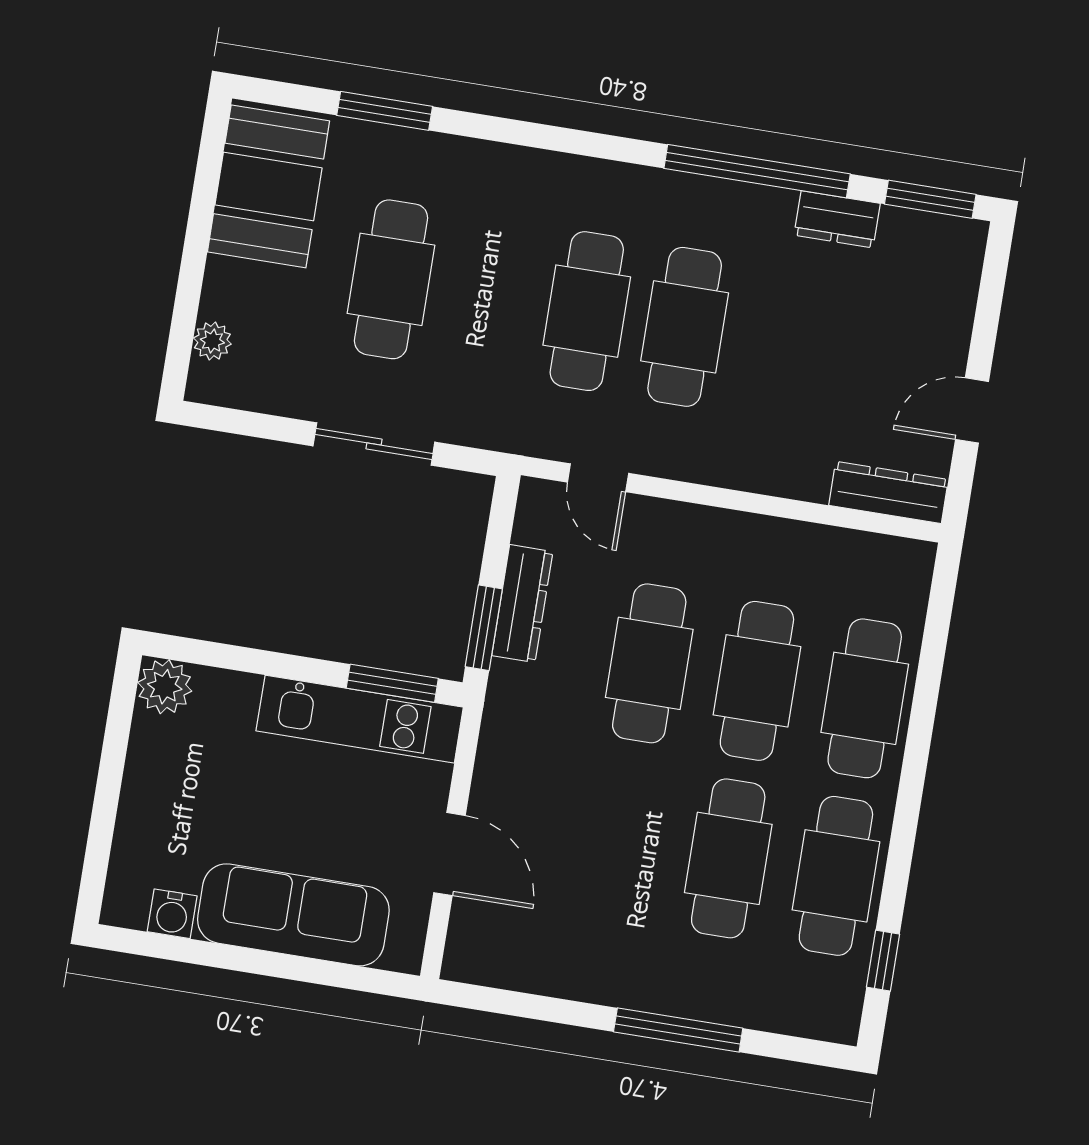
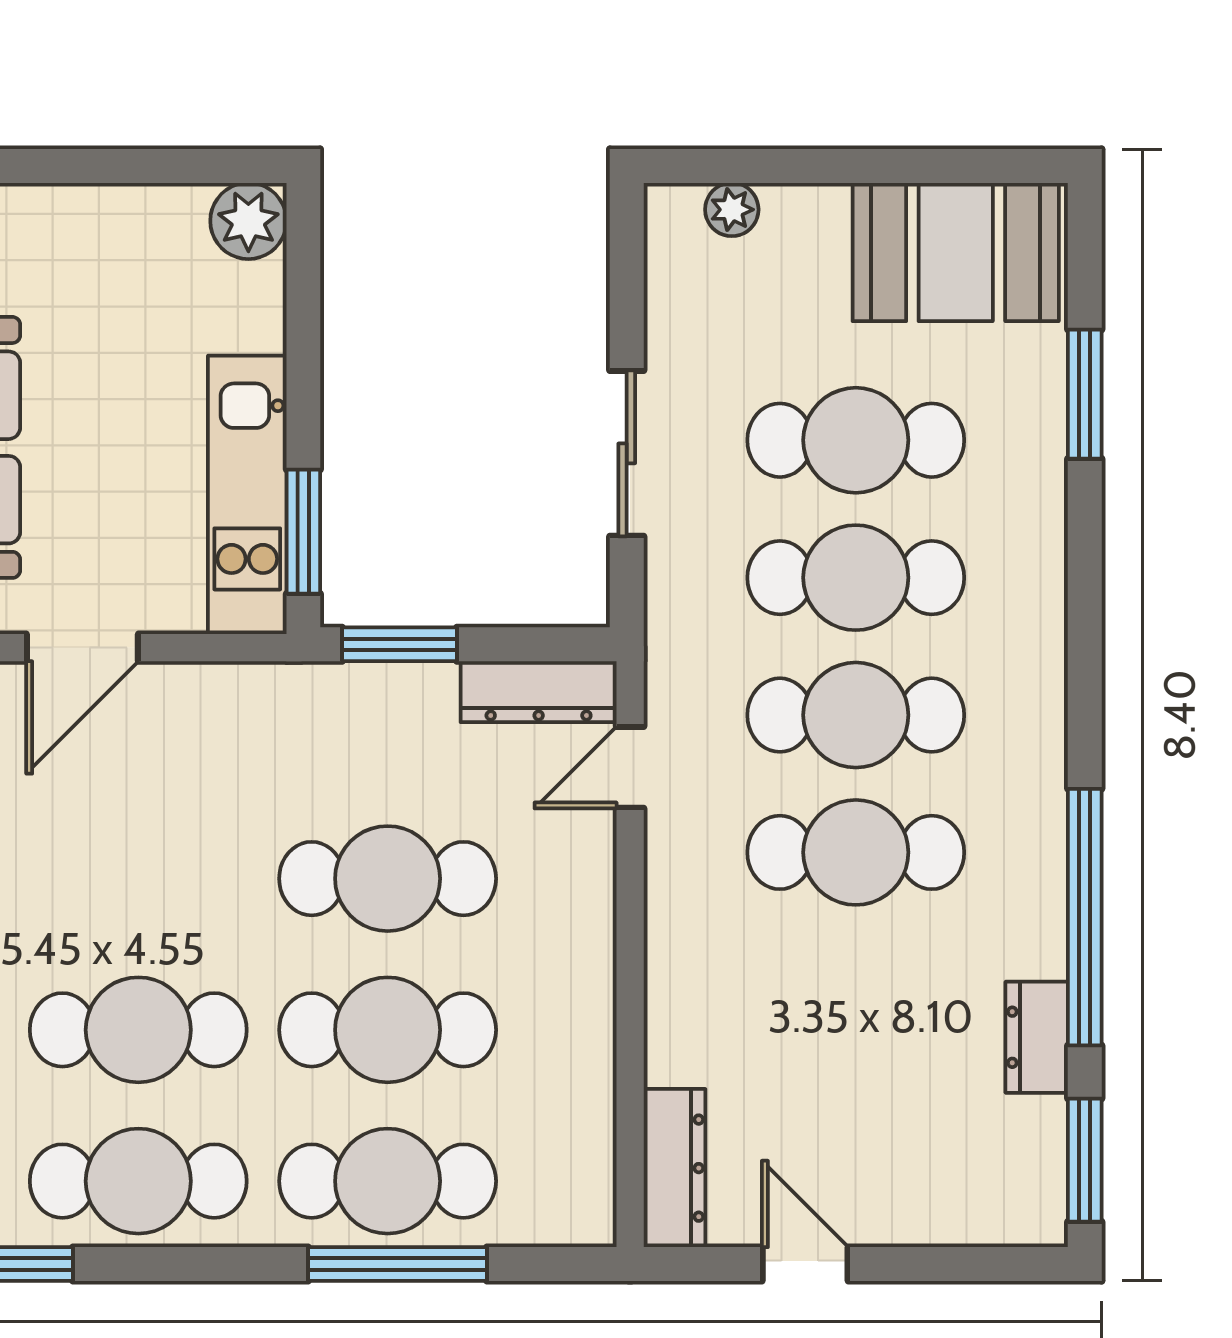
cafe table: (489, 295) -> (856, 578), added
dresser: (522, 604) -> (539, 692), moved
window: (925, 701) -> (398, 1264), added

